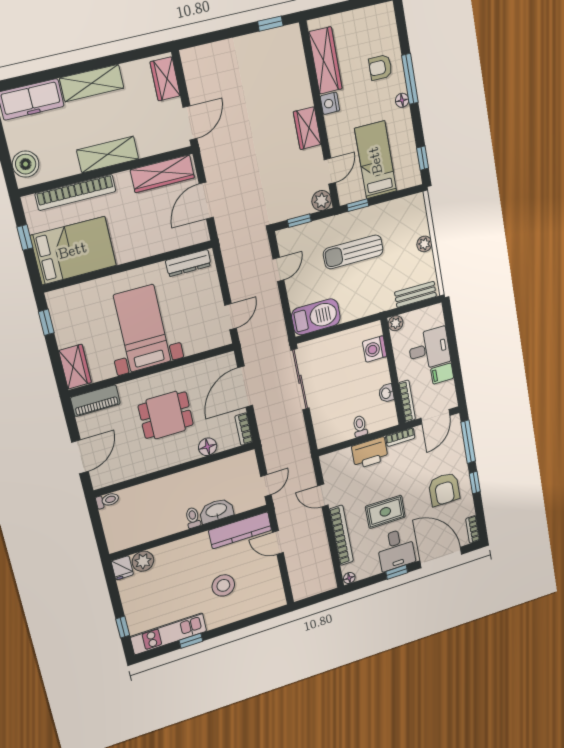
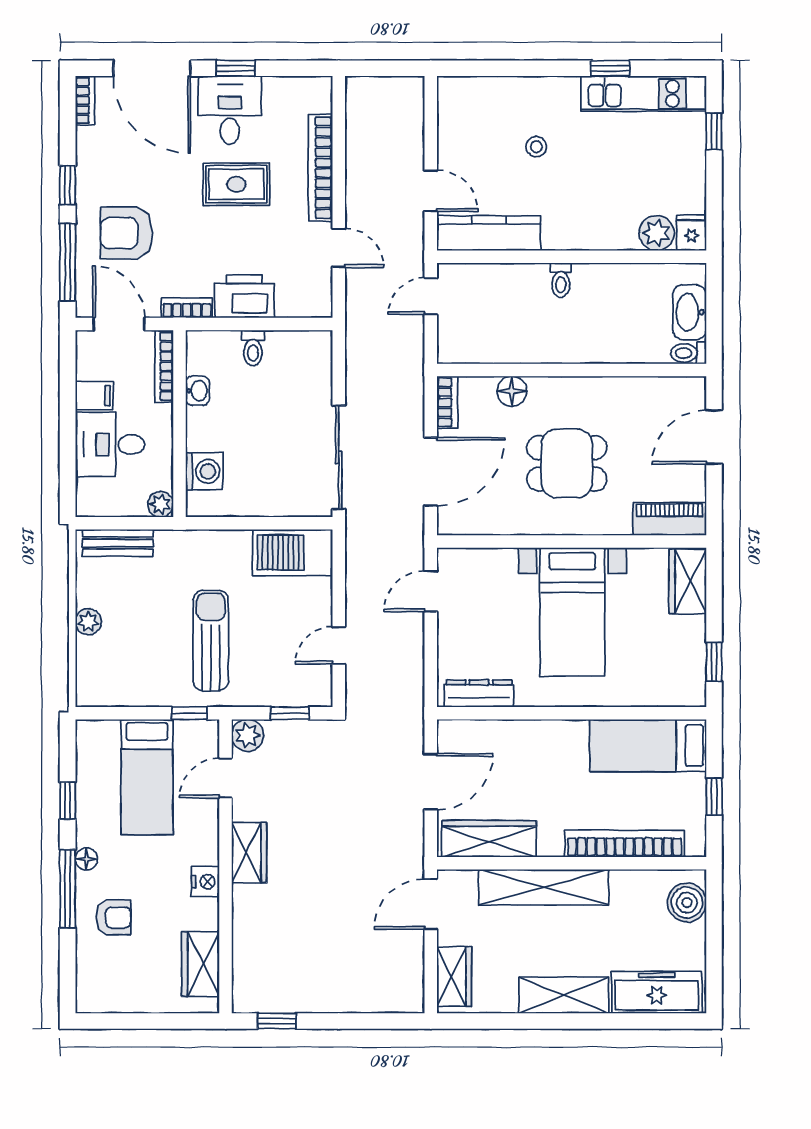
wardrobe: (325, 60) -> (200, 964), width x0.67
shelving: (108, 155) -> (544, 887), width x1.47
window: (423, 158) -> (68, 801), moved
bed: (73, 251) -> (648, 746), width x0.67
sun lounger: (353, 252) -> (211, 641), turned -90
door: (435, 417) -> (119, 324), hinge flipped
armchair: (444, 489) -> (127, 233), moved, turned -90
washbasin: (216, 511) -> (690, 312), moved, turned 90
floor lamp: (349, 578) -> (321, 86), removed
stool: (223, 585) -> (536, 147), width x0.53, depth x0.53

